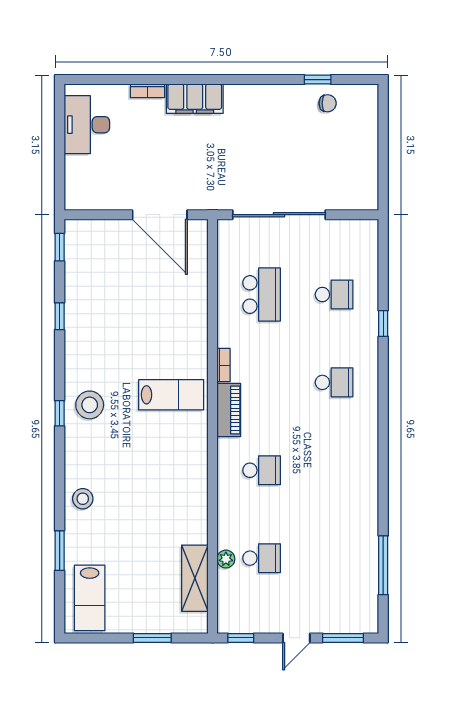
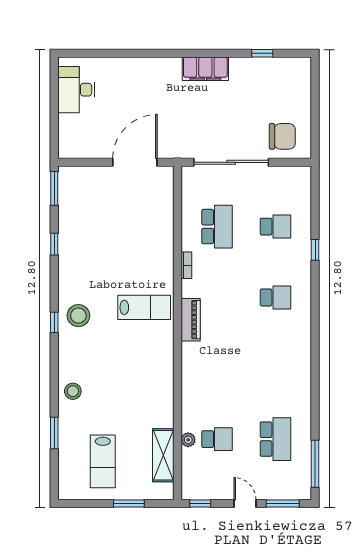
bookcase: (147, 91) -> (125, 62), removed
filing cabinet: (195, 99) -> (205, 69), moved
chair: (328, 103) -> (282, 136), moved, width x1.87, depth x1.87
door: (160, 215) -> (135, 162), swing flipped
window: (60, 247) -> (54, 188), width x1.50
bookcase: (224, 365) -> (186, 265), moved
school desk: (262, 470) -> (275, 439), moved, width x1.85
window: (383, 565) -> (315, 464), moved
lab bench: (90, 598) -> (103, 461), moved
door: (296, 638) -> (245, 503), swing flipped

